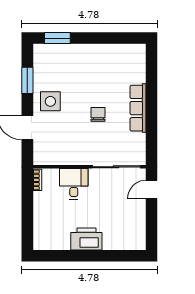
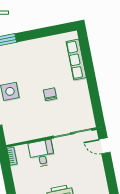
row of seats: (138, 108) -> (76, 59), moved
door: (152, 190) -> (105, 146), hinge flipped

